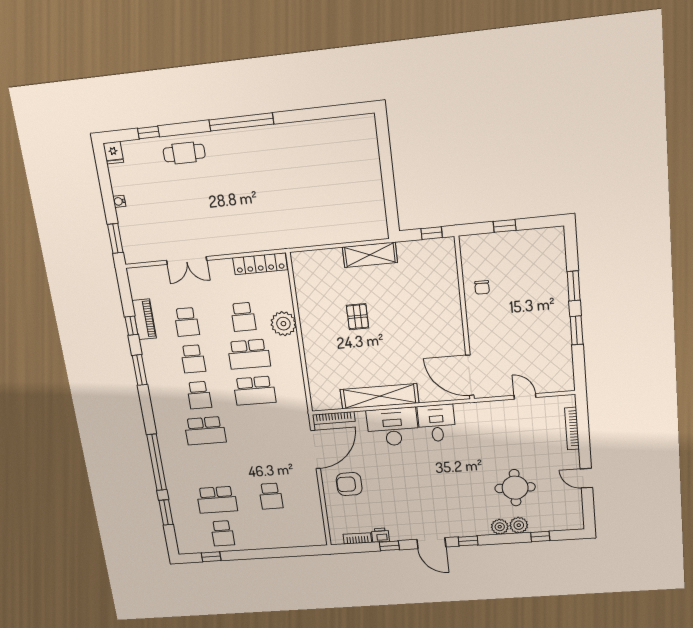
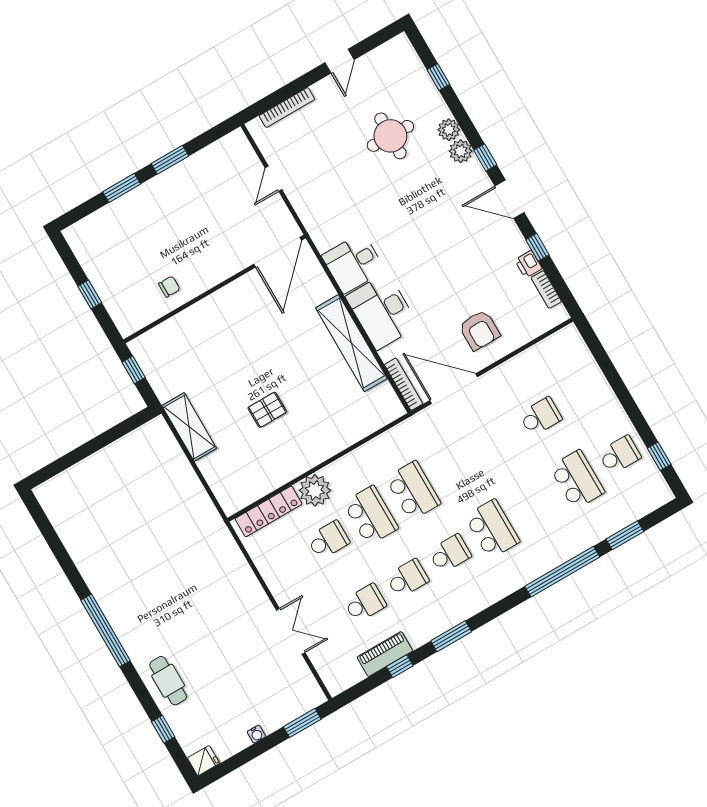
locker: (260, 264) -> (268, 511), moved, turned 90
plant: (519, 525) -> (461, 151), moved
door: (431, 543) -> (510, 199), swing flipped

